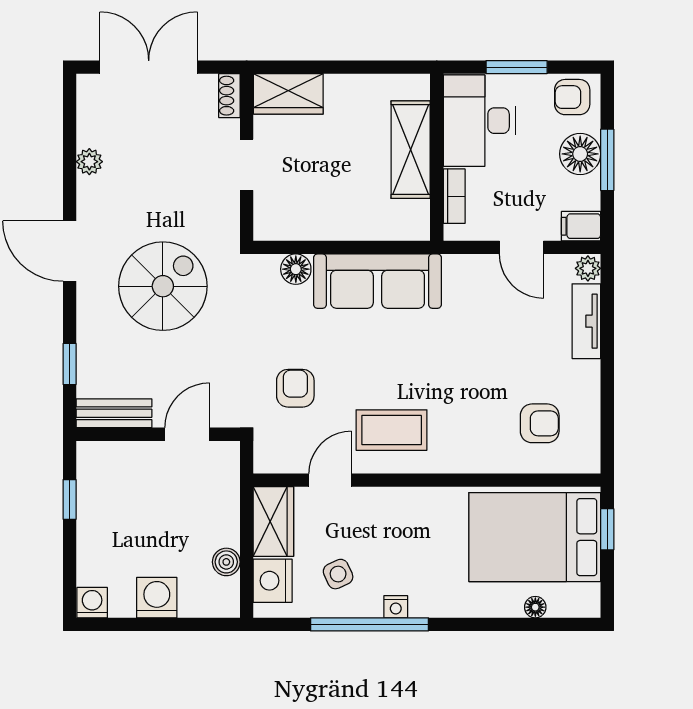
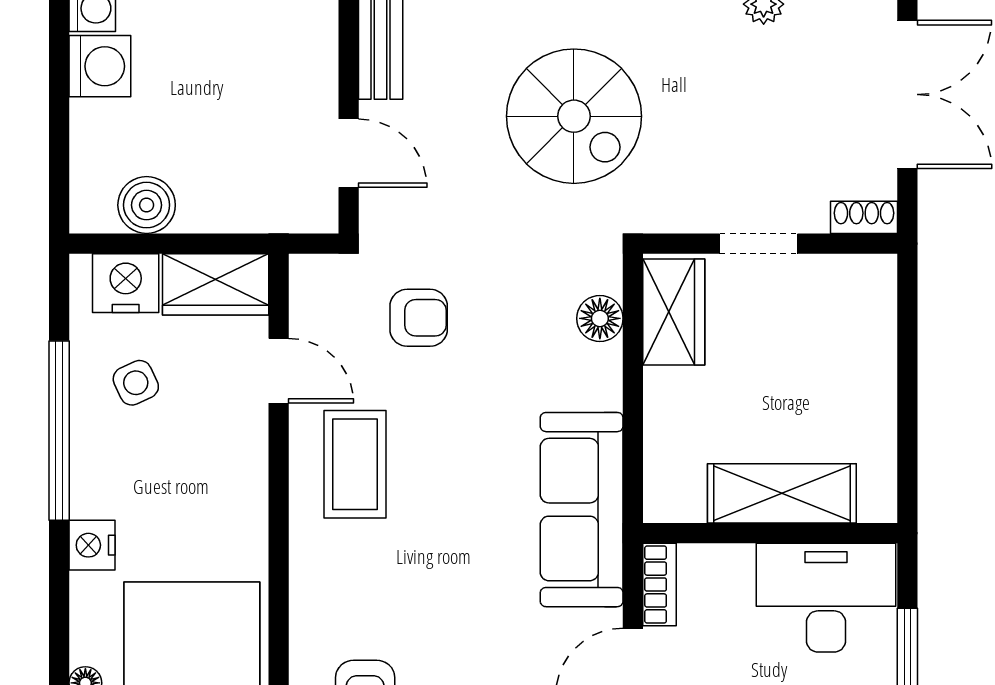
wardrobe: (288, 94) -> (674, 312), moved, turned 180
bookcase: (454, 196) -> (660, 584), moved, turned -90
sofa: (377, 281) -> (582, 510), moved
boiler: (226, 562) -> (147, 205), width x1.36, depth x1.36
washing machine: (157, 598) -> (100, 66), moved
nightstand: (396, 607) -> (92, 545), moved, width x1.39, depth x1.35

